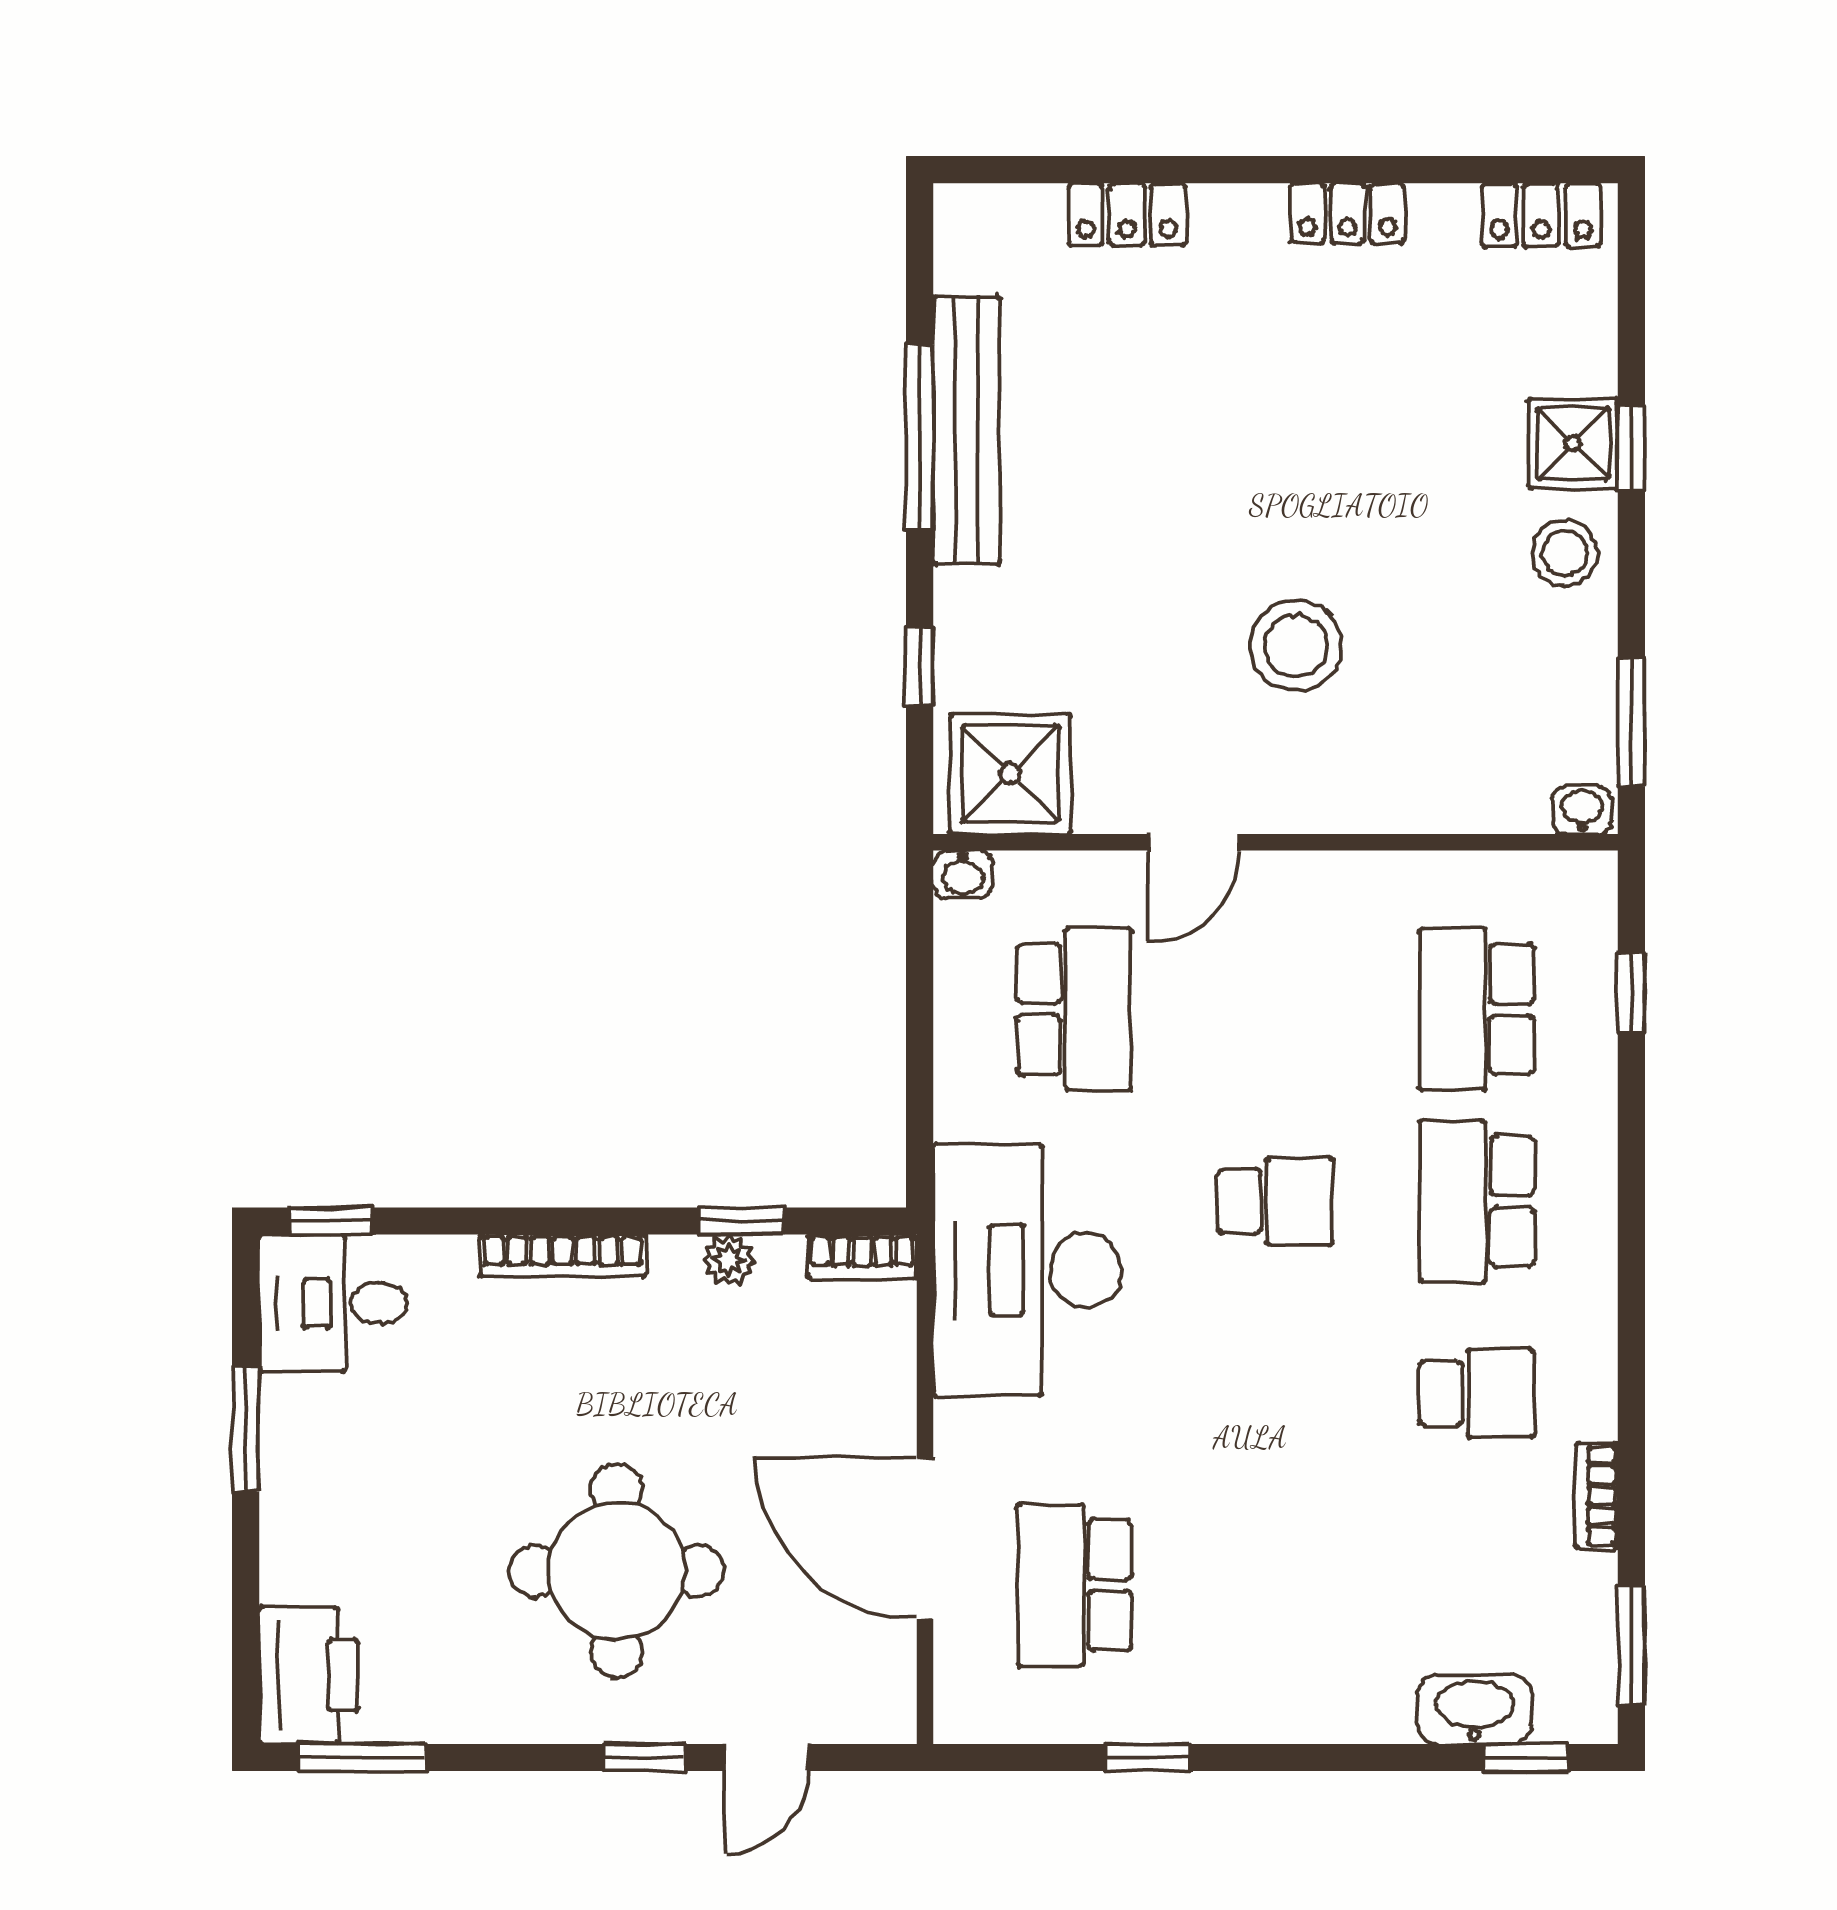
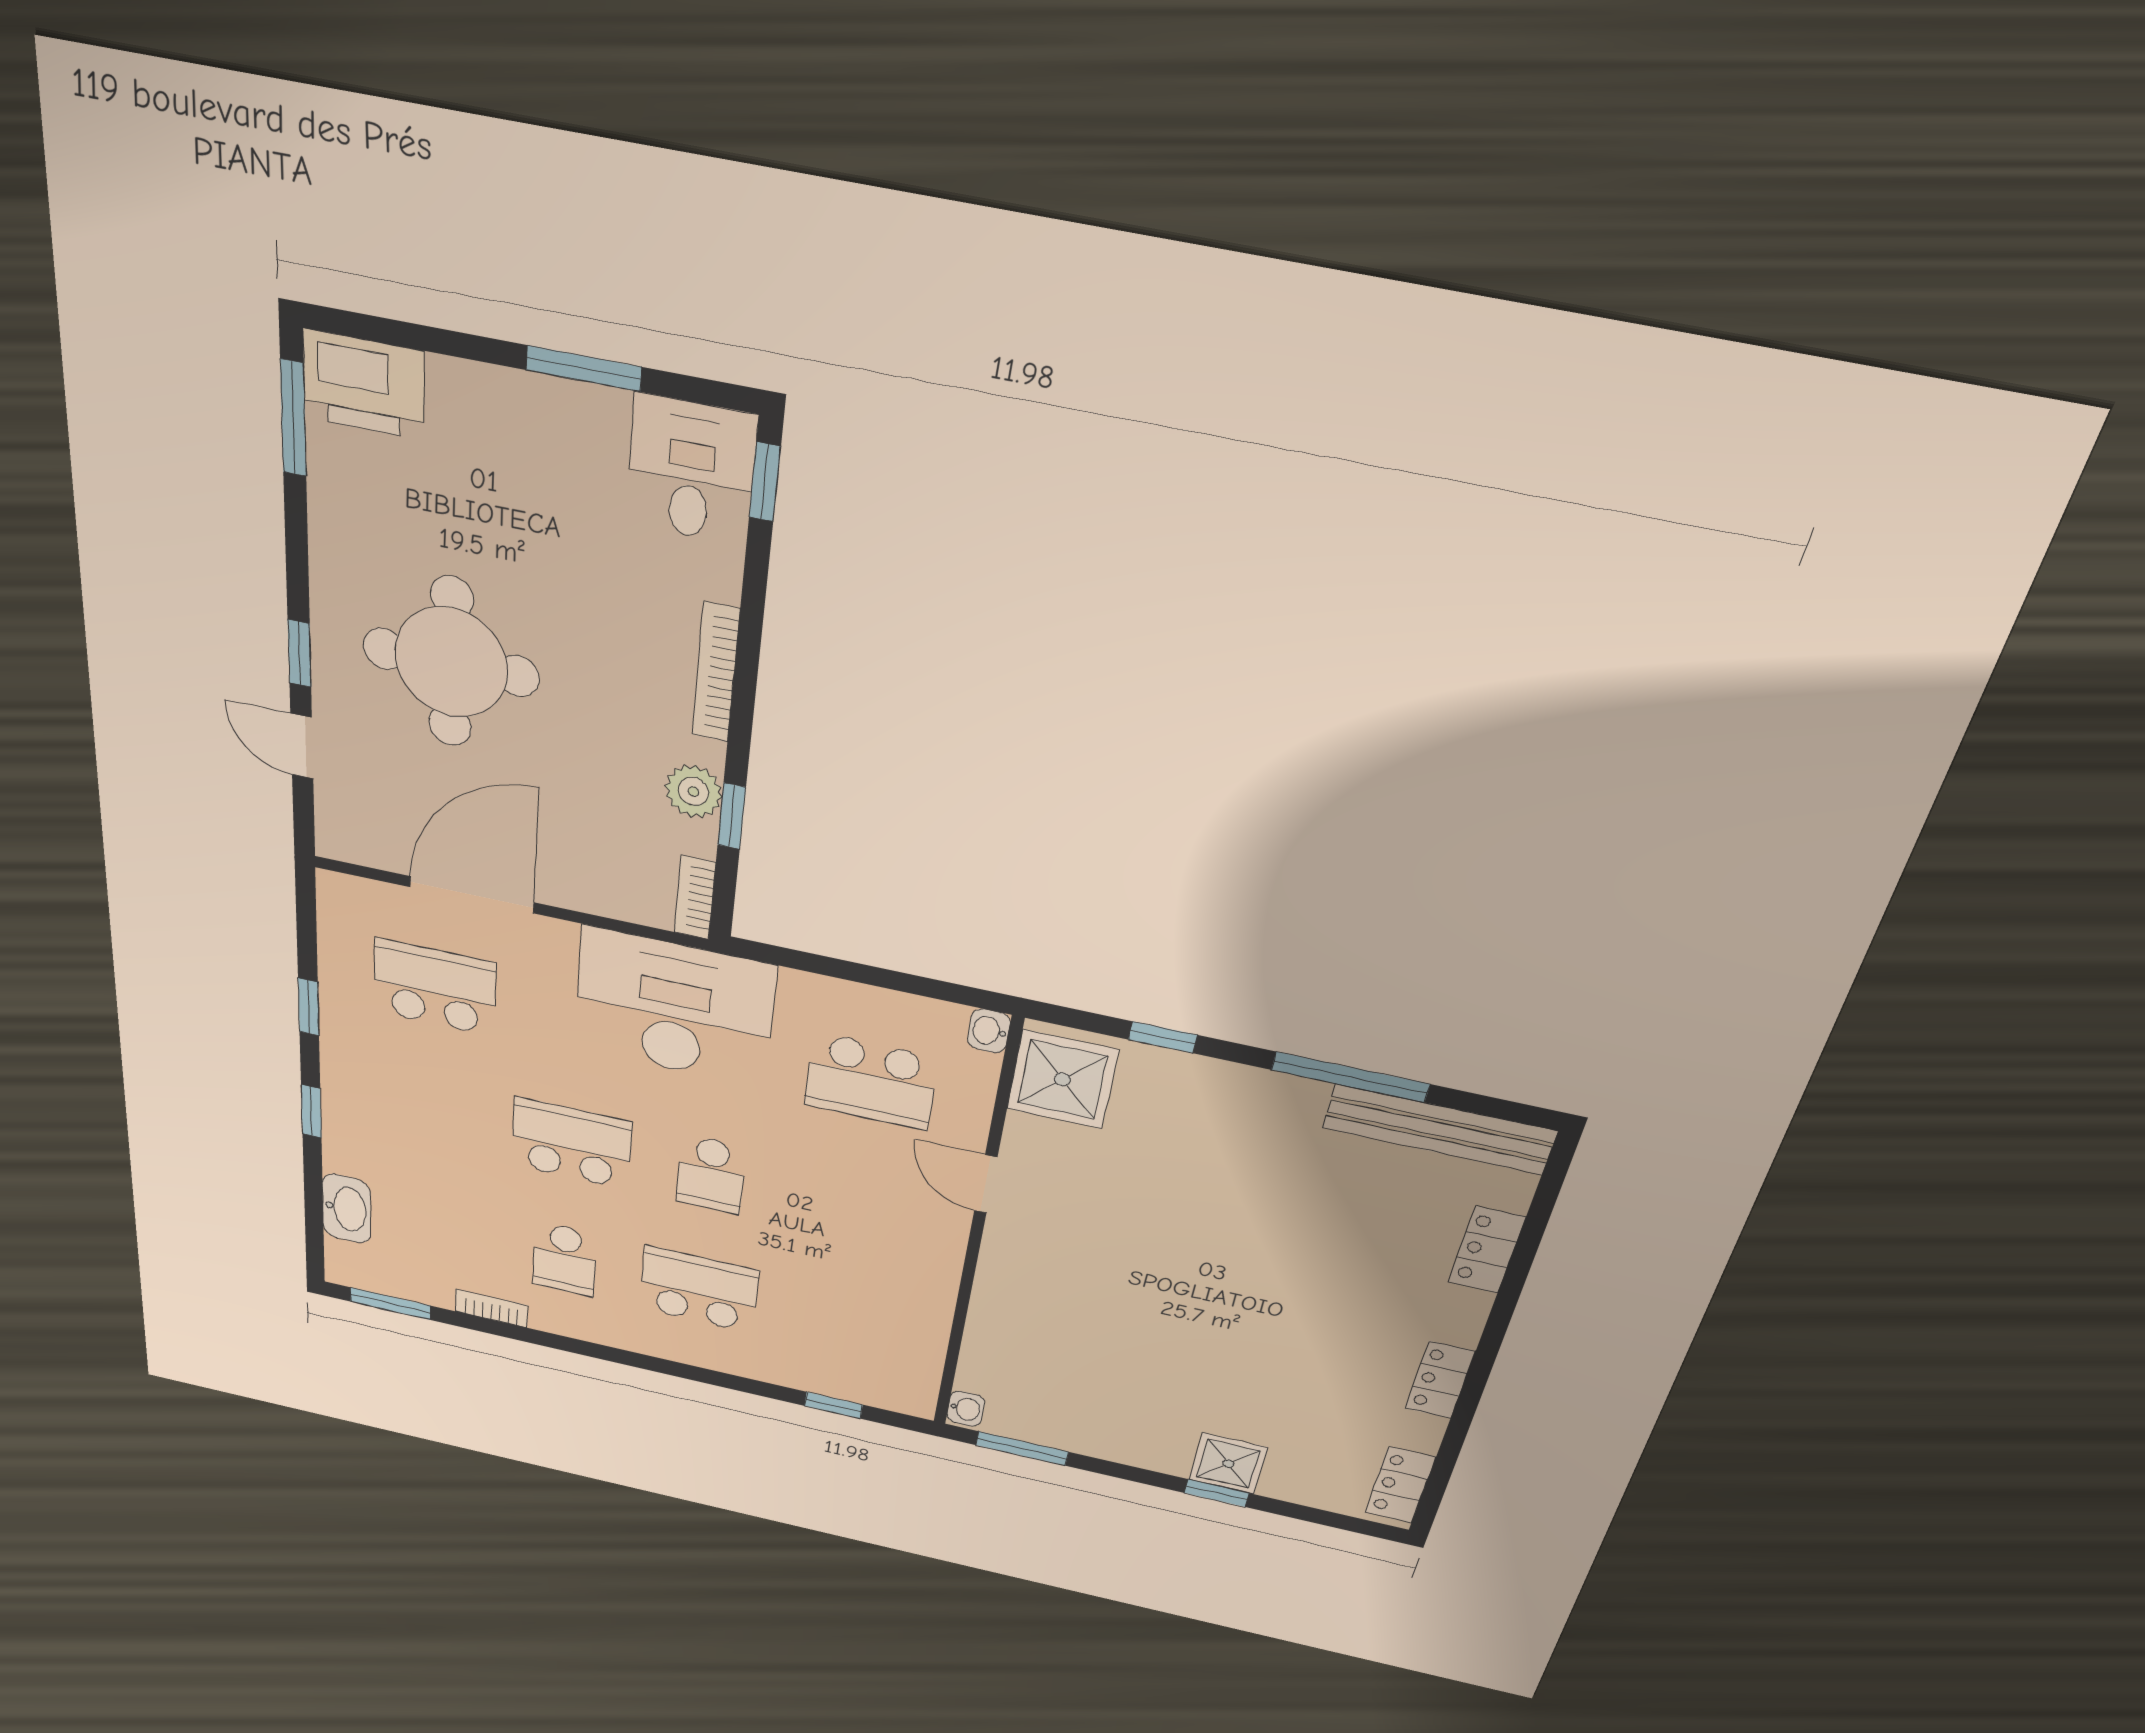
bench: (966, 430) -> (1439, 1129), moved
stool: (1565, 553) -> (1151, 1441), removed
stool: (1296, 646) -> (1121, 1278), removed
school desk: (1477, 1009) -> (571, 1143), moved
plant: (729, 1260) -> (693, 791), width x1.38, depth x1.38
window: (1526, 1758) -> (311, 1111), moved

